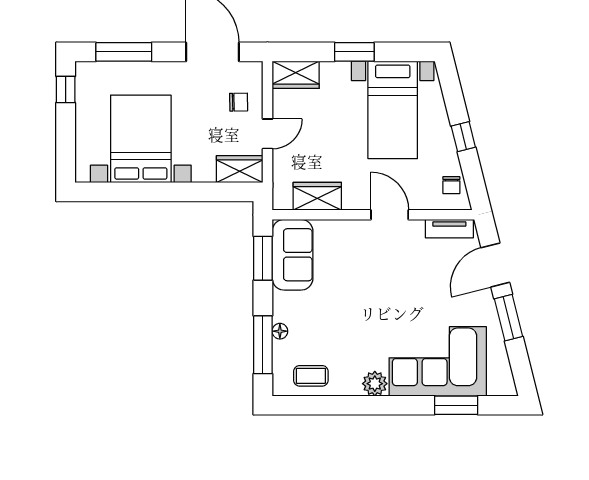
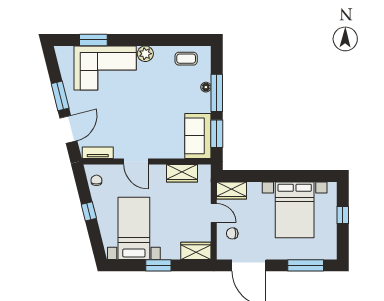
window: (66, 89) -> (343, 215), moved
door: (267, 134) -> (214, 213), swing flipped
window: (263, 345) -> (217, 93), moved

